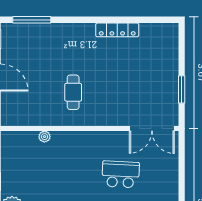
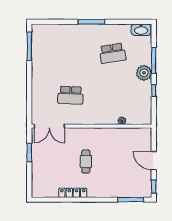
cafe table: (73, 92) -> (86, 162), moved
double door: (152, 129) -> (49, 126), swing flipped

